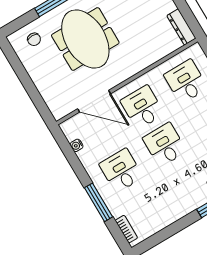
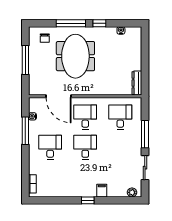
window: (26, 81) -> (25, 60), added
window: (99, 202) -> (25, 131), moved

